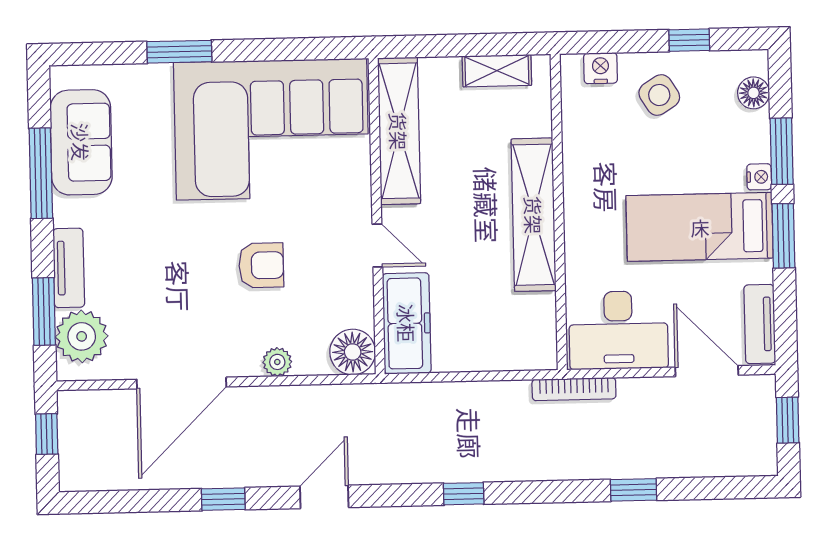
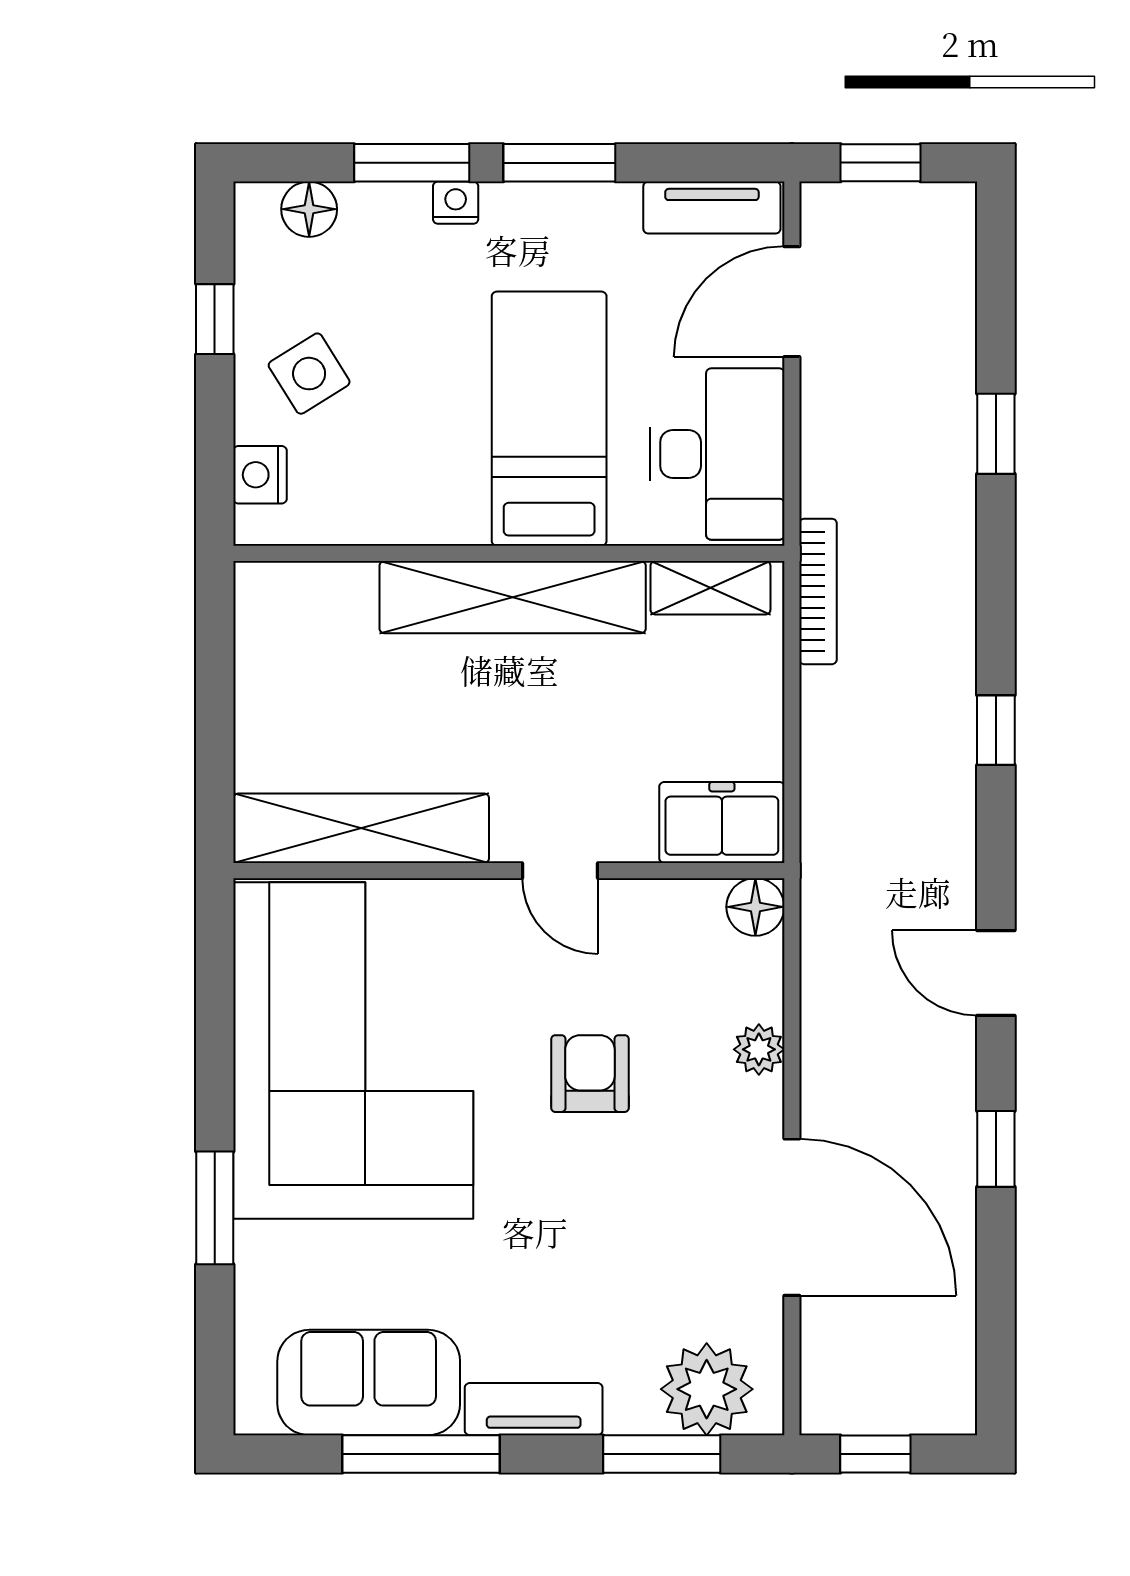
shelving: (497, 71) -> (710, 588), moved, turned 90
bed: (700, 227) -> (549, 419), moved, turned 180
door: (377, 246) -> (560, 871), swing flipped
tv unit: (69, 268) -> (534, 1409), moved
freezer: (407, 323) -> (722, 822), width x0.71
floor lamp: (353, 352) -> (755, 907), width x0.73, depth x0.73
bookcase: (574, 389) -> (818, 591), moved

